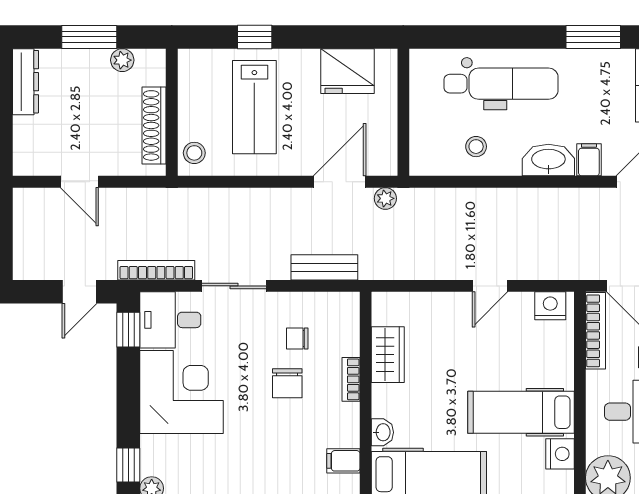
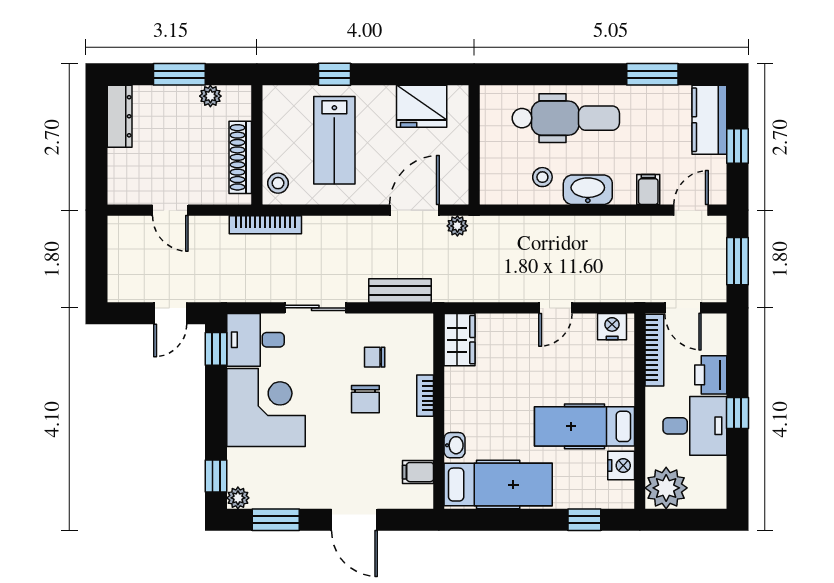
washbasin: (548, 160) -> (588, 190), moved
bookcase: (156, 270) -> (265, 225), moved, turned 180
wardrobe: (388, 355) -> (460, 340), moved

